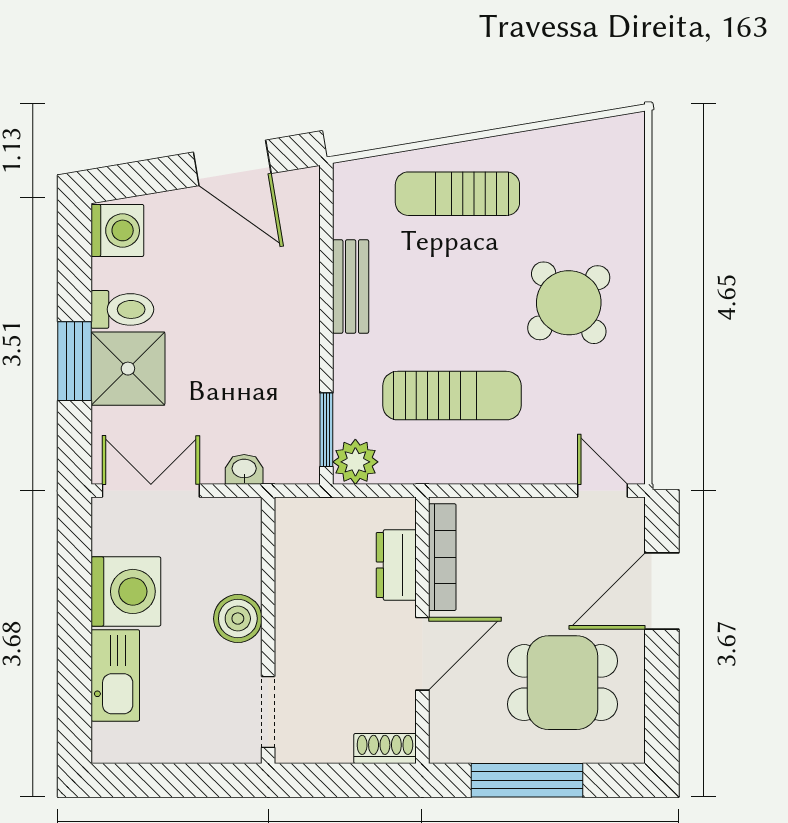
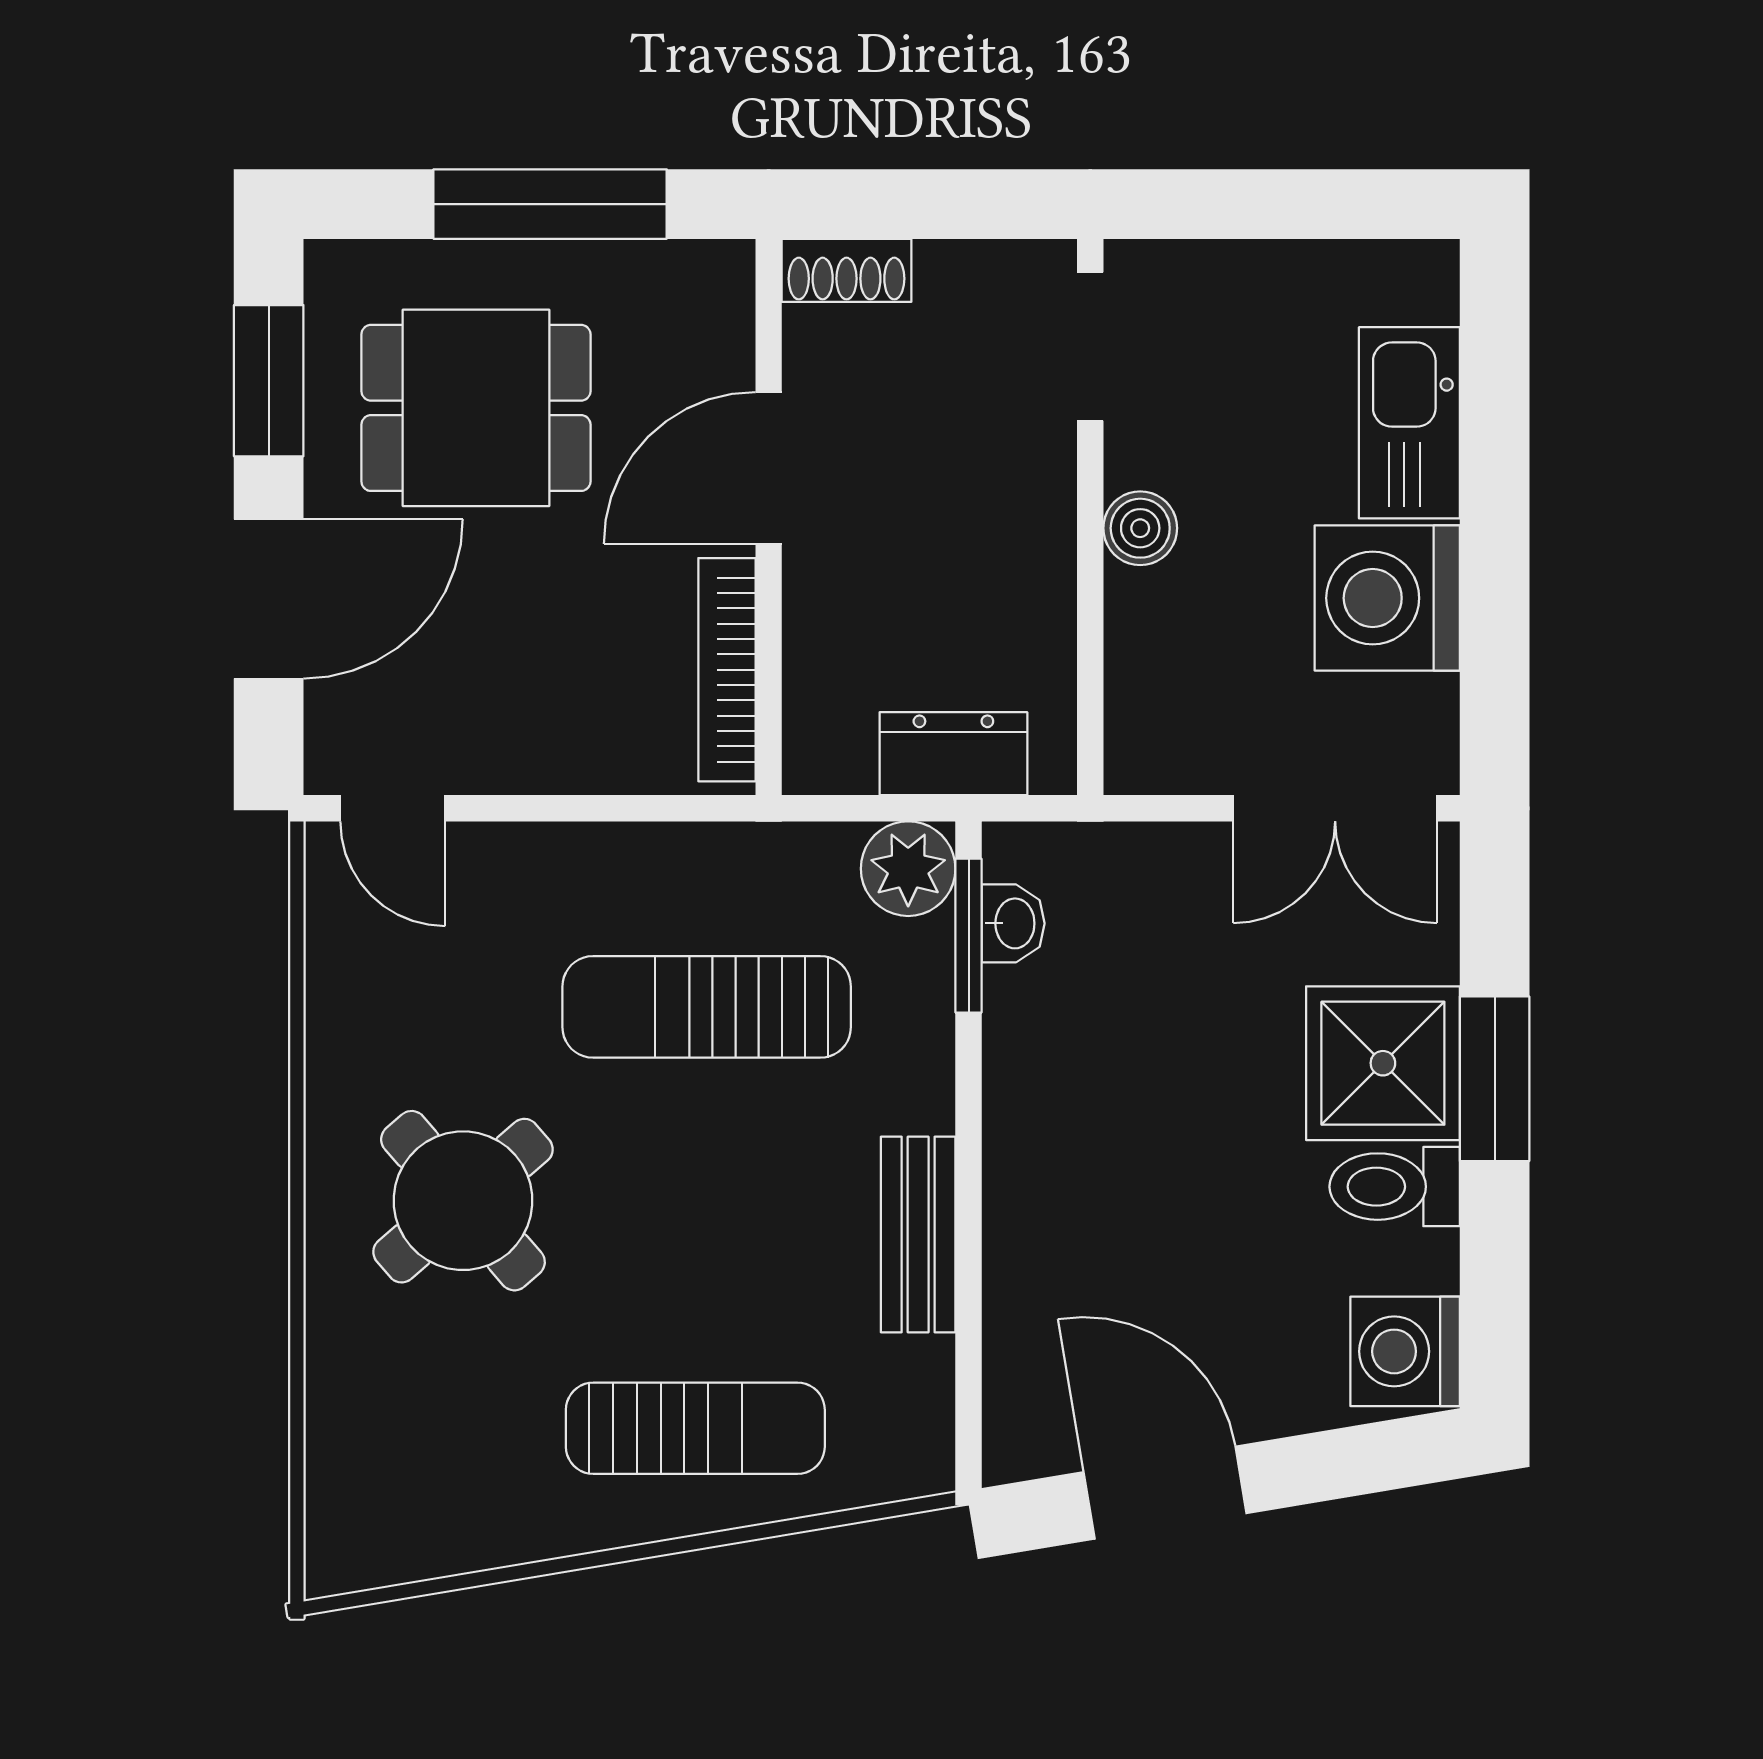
washbasin: (244, 469) -> (1013, 923), moved, turned -90
dresser: (396, 565) -> (953, 754), moved, turned -90
boiler: (238, 619) -> (1140, 528), width x0.73, depth x0.73
window: (662, 696) -> (269, 381), added

